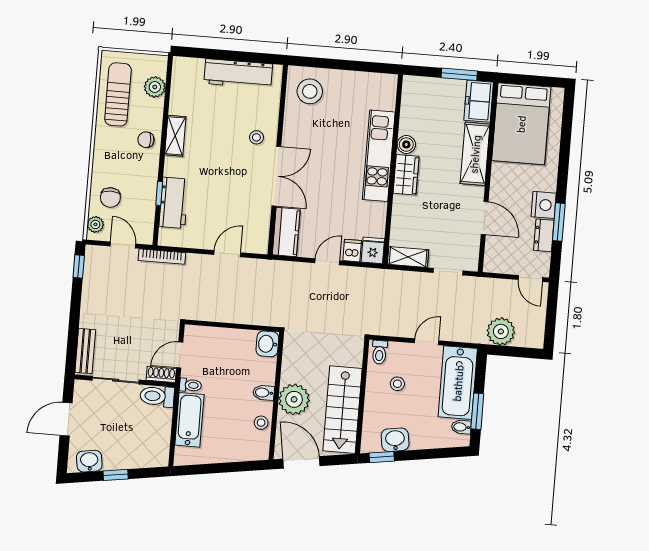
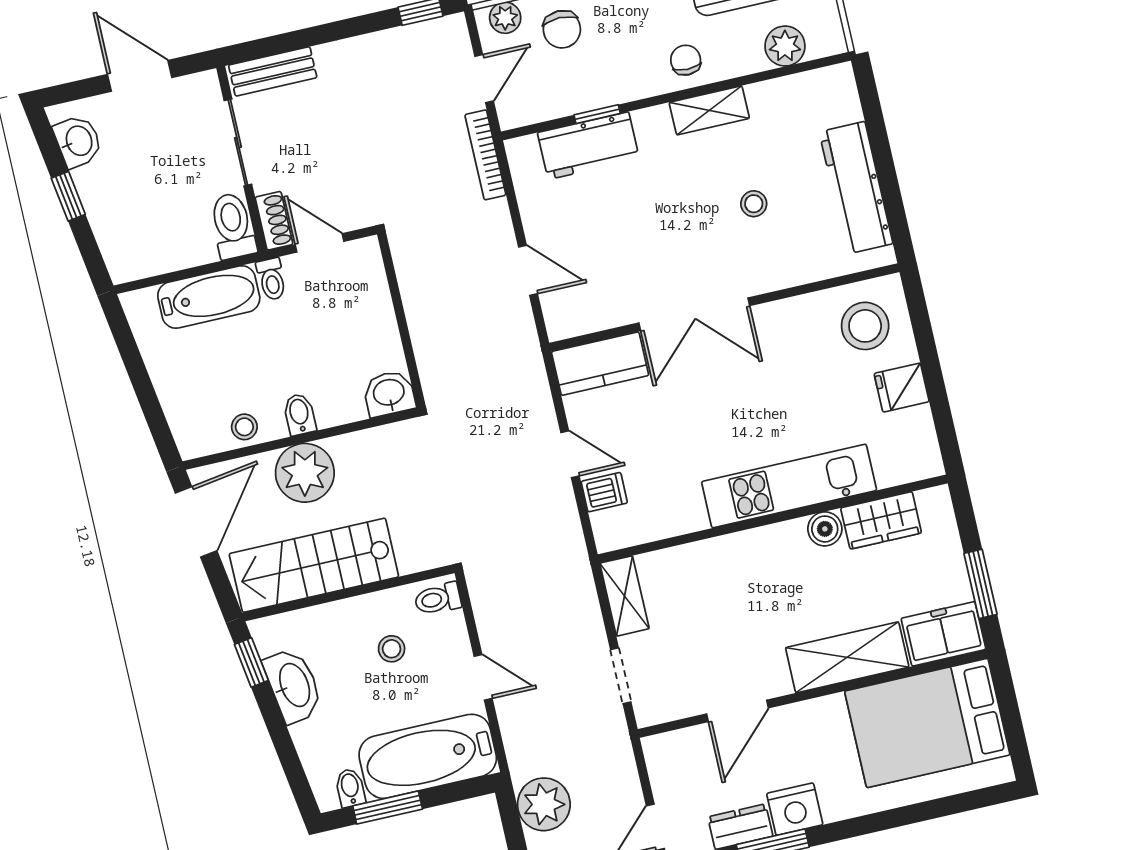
stool: (256, 137) -> (754, 204), moved
wardrobe: (406, 175) -> (881, 520), moved
chair: (110, 198) -> (562, 29), turned -90
fridge: (373, 250) -> (902, 388), moved, turned 180
washbasin: (395, 440) -> (293, 685), width x1.38

